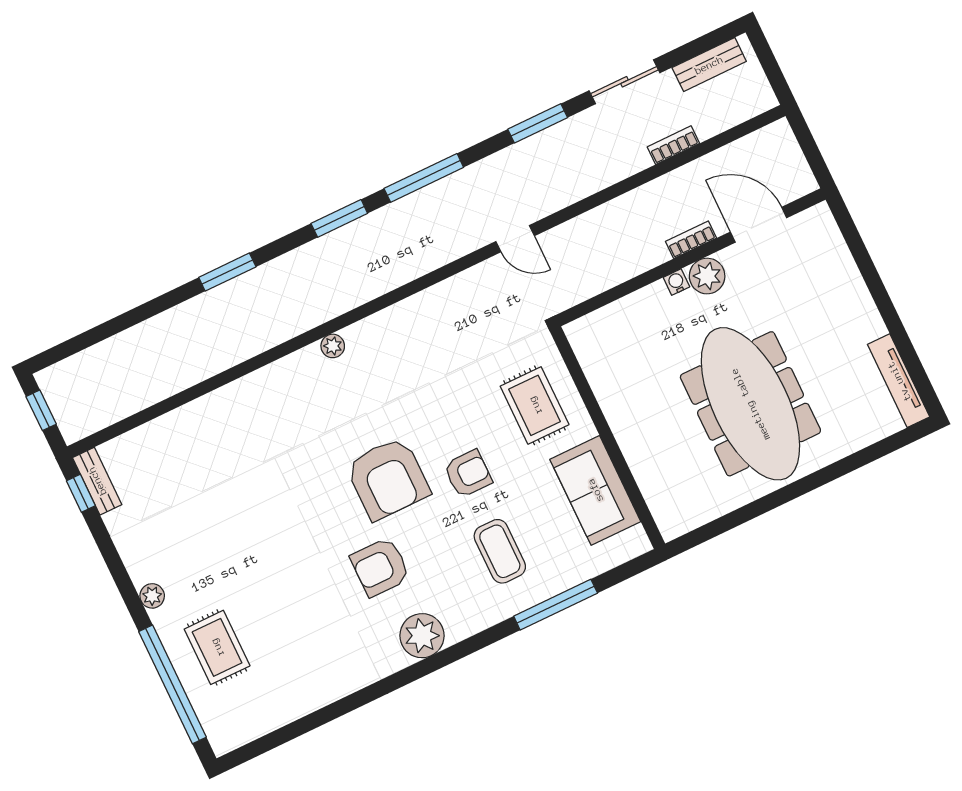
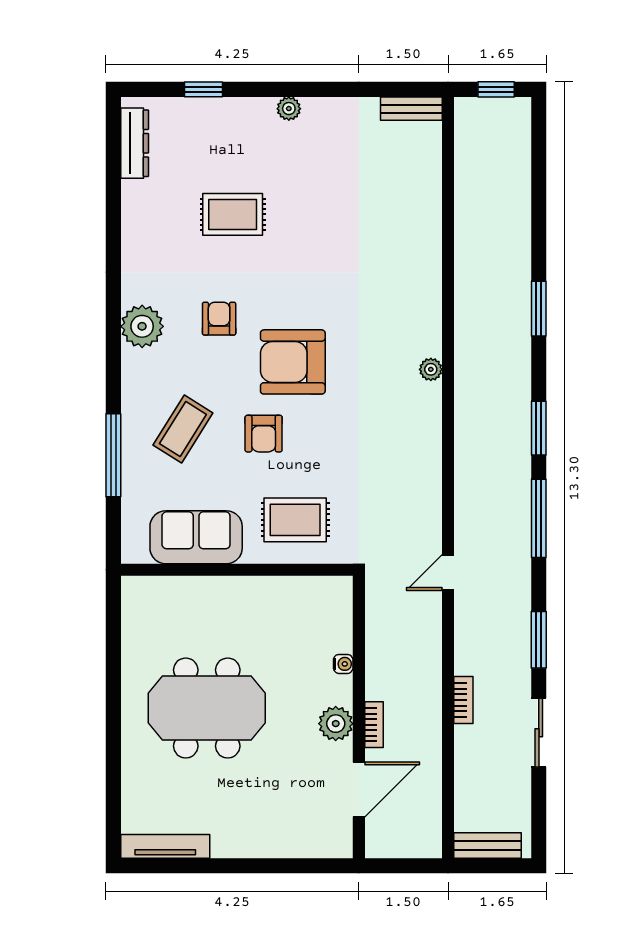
bench: (709, 65) -> (488, 846), moved, turned 90
bookcase: (673, 145) -> (463, 700), moved
water cooler: (676, 282) -> (343, 664), moved
meeting table: (750, 404) -> (207, 708), width x0.73
window: (81, 493) -> (408, 89), removed
coffee table: (500, 551) -> (183, 429), turned -58
armchair: (380, 567) -> (219, 319), width x0.72, depth x0.72
rug: (217, 647) -> (233, 214), moved
window: (172, 684) -> (204, 89), width x0.32
dresser: (254, 725) -> (135, 143), added

